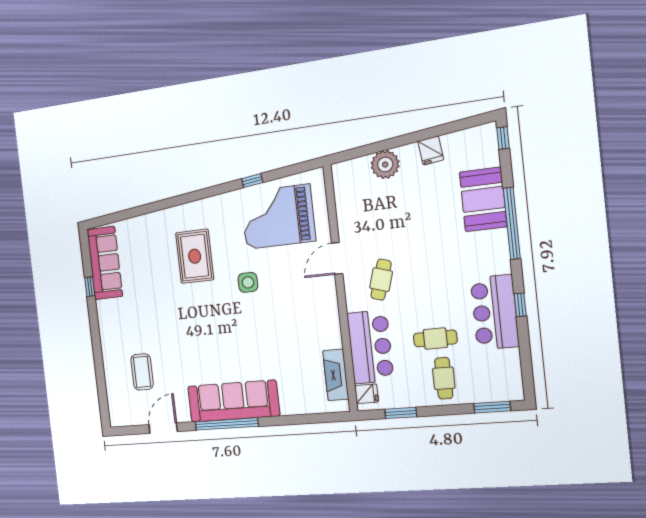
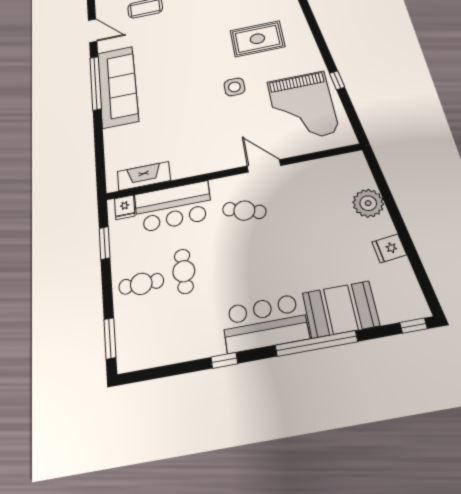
grand piano: (278, 217) -> (303, 107), turned 180
bar counter: (495, 312) -> (265, 323), moved

